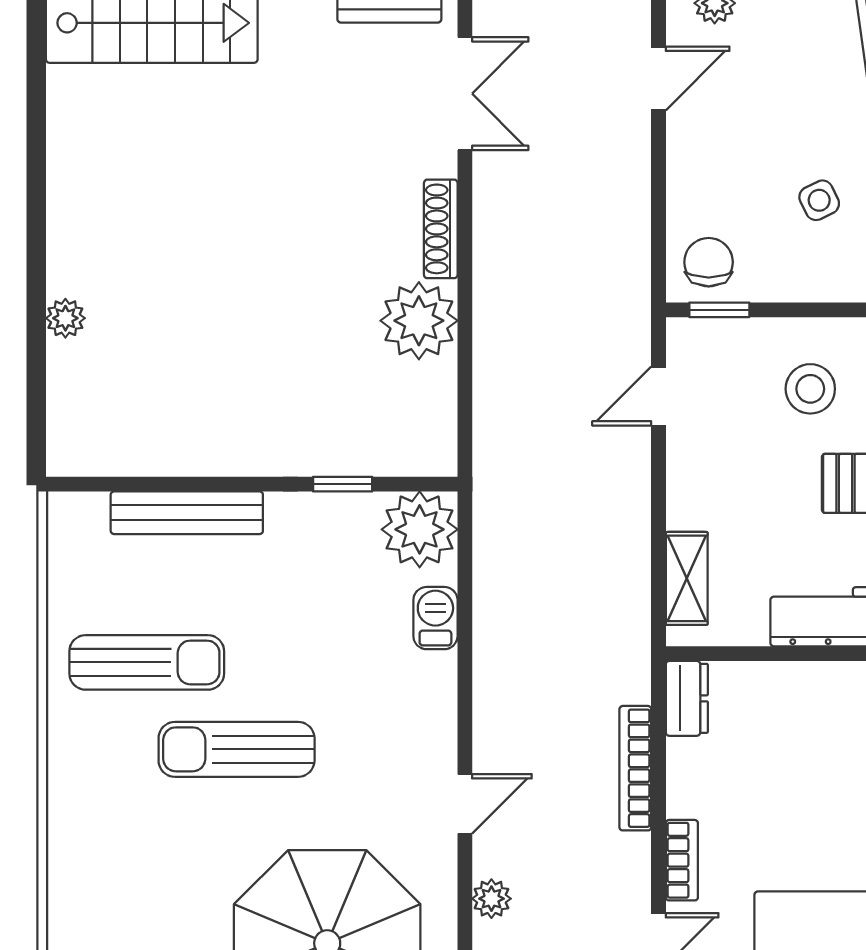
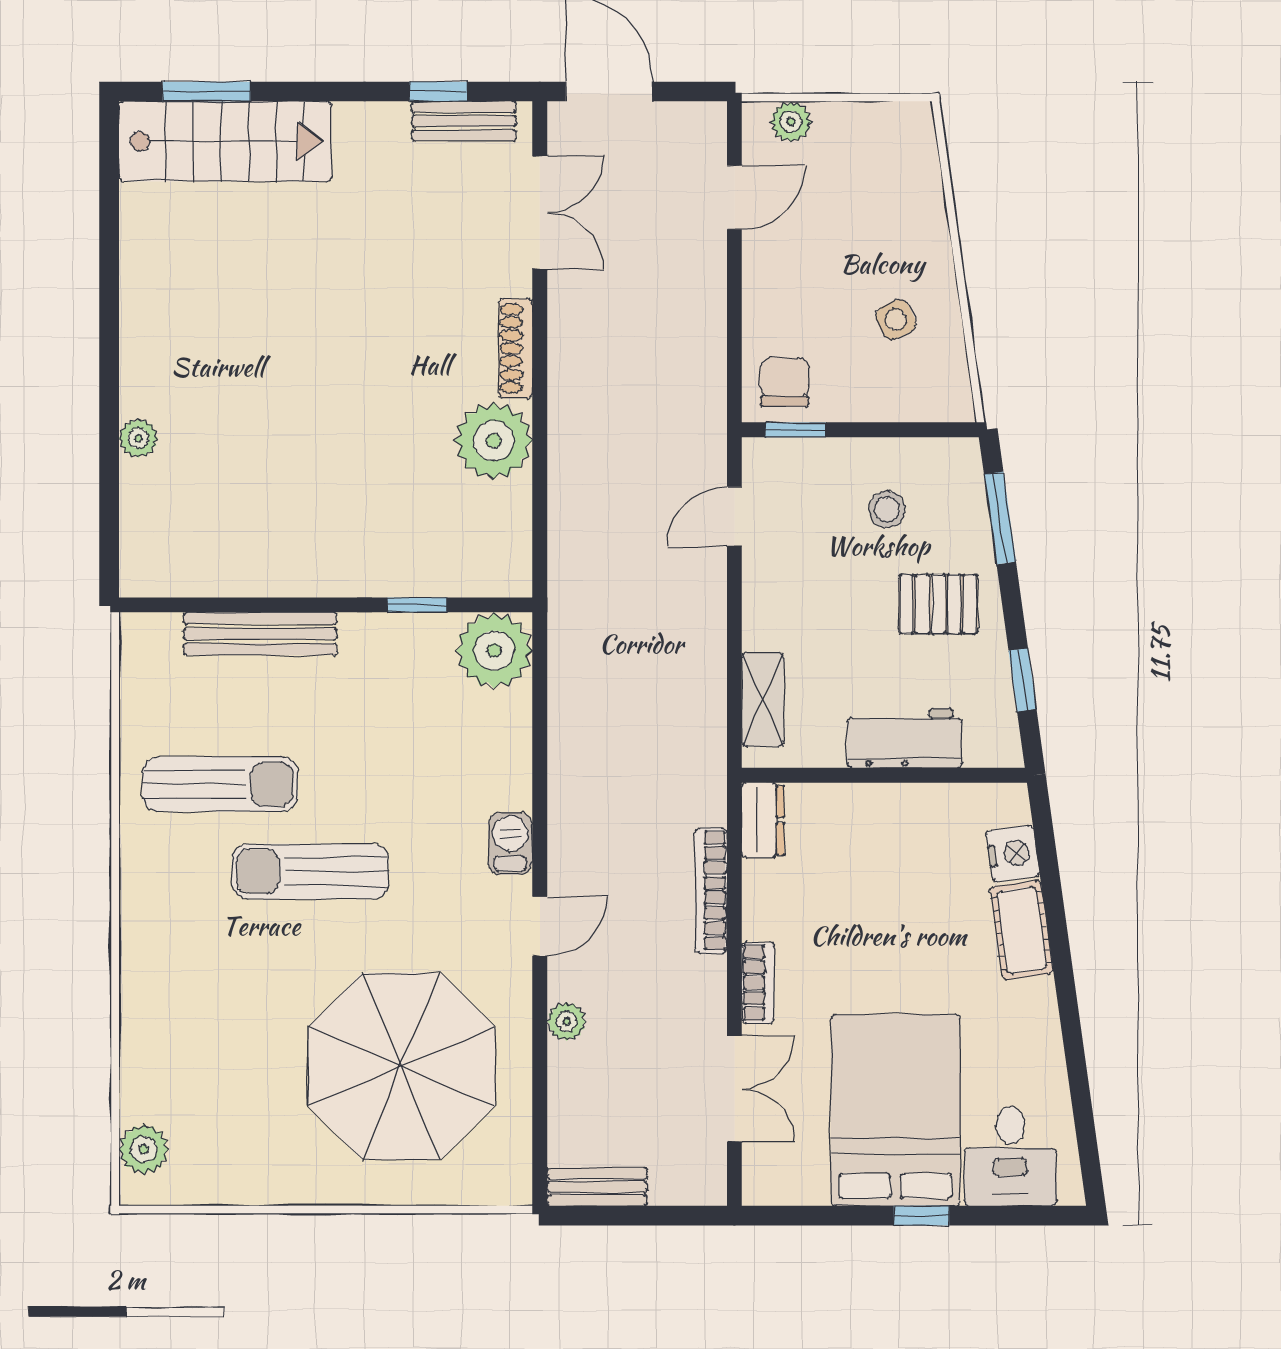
stool: (810, 389) -> (887, 509), width x0.73, depth x0.73
barbecue: (435, 618) -> (510, 844), moved

